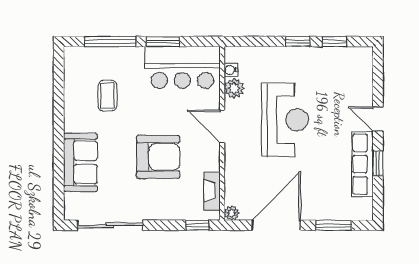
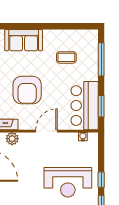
window: (163, 42) -> (101, 106), moved
plant: (234, 88) -> (12, 139), moved
reception desk: (285, 120) -> (68, 182), moved

